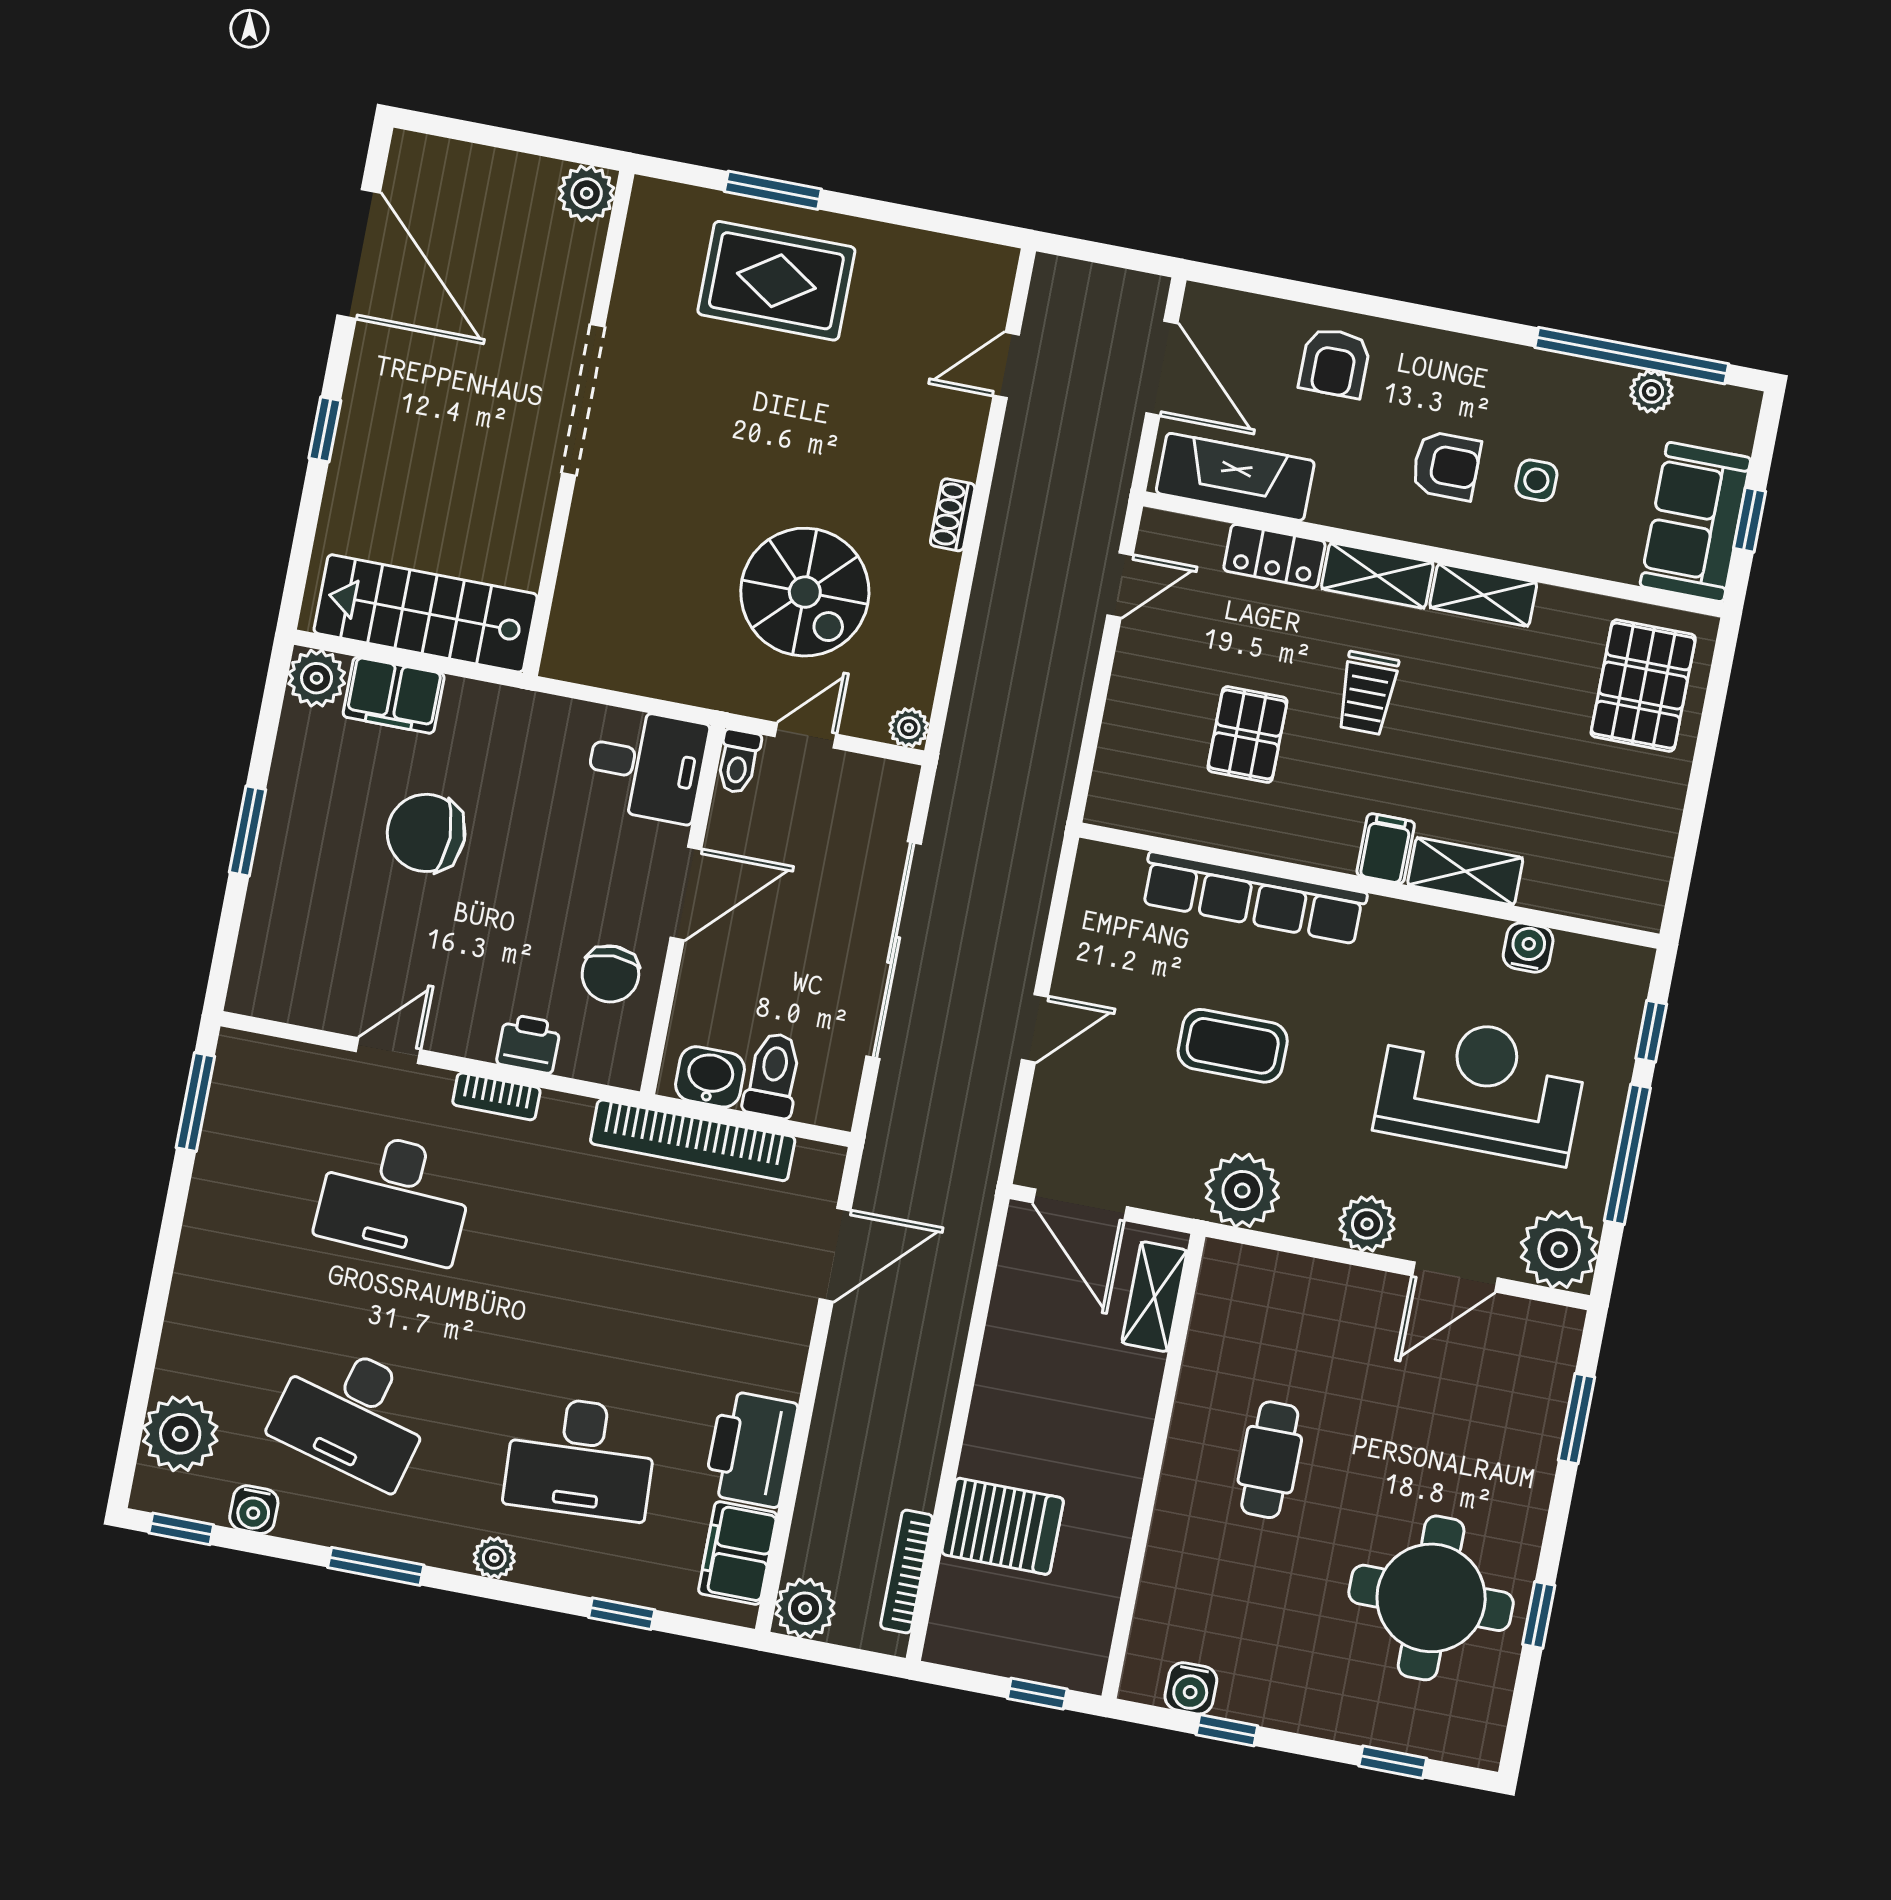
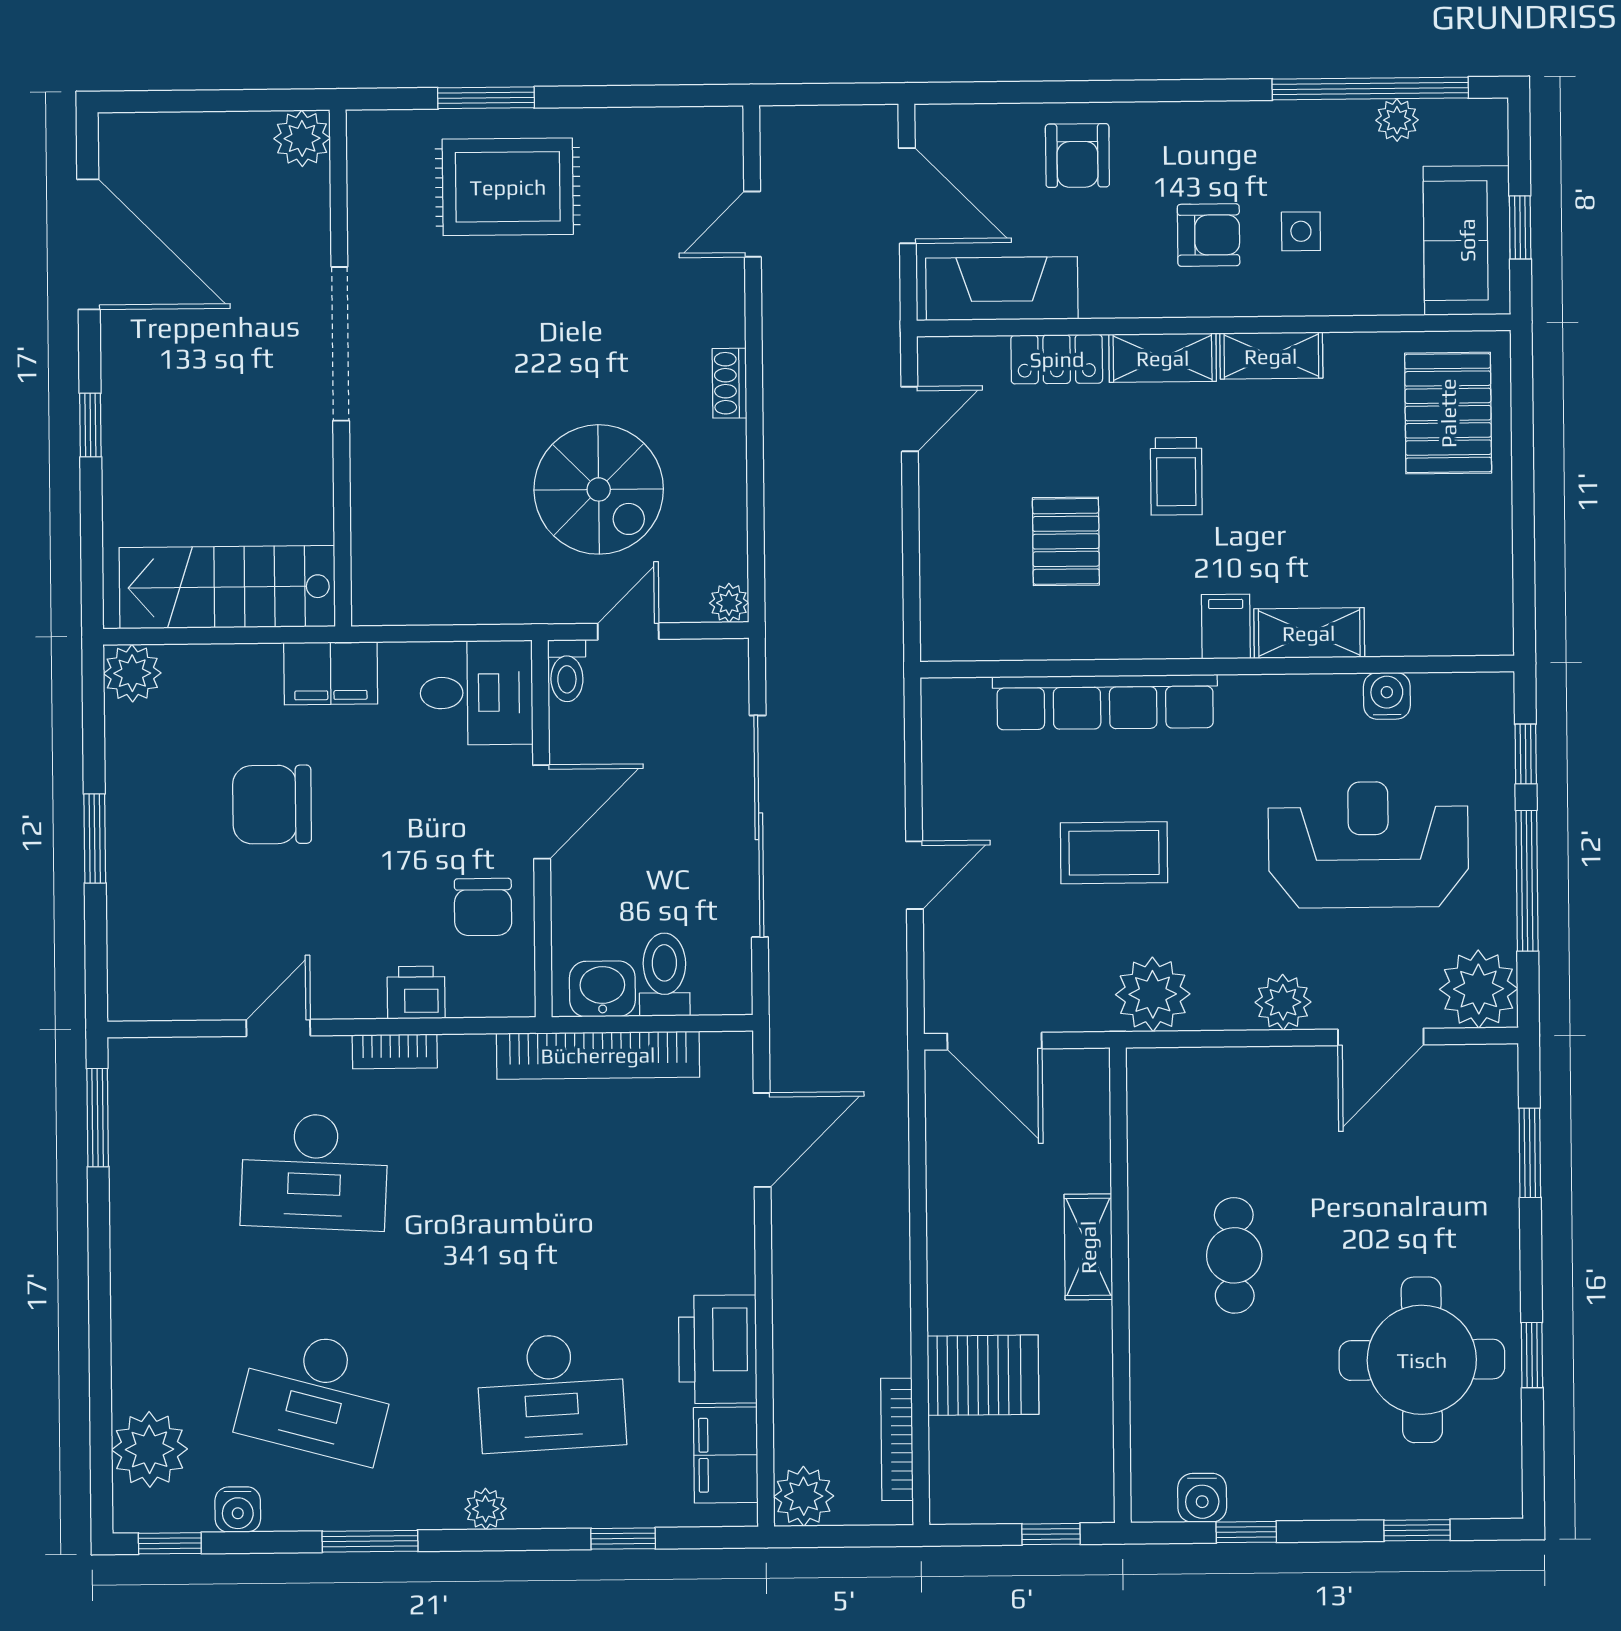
filing cabinet: (394, 695) -> (331, 673), moved
shelving: (1154, 1297) -> (1088, 1247), moved

